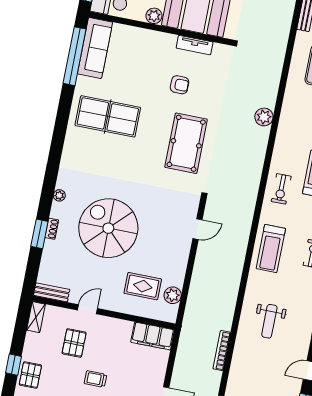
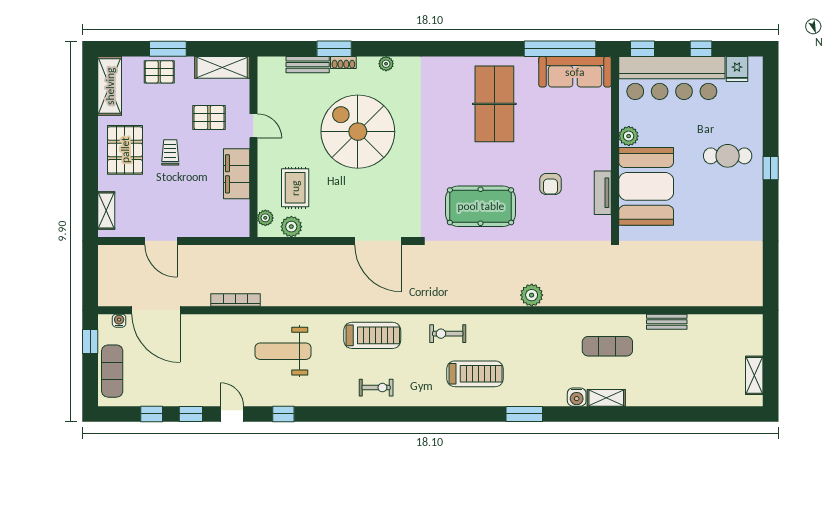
spiral stairs: (108, 228) -> (358, 132), turned -90
door: (197, 229) -> (378, 241), width x1.88
treadmill: (271, 249) -> (372, 335), turned 180
bench: (52, 292) -> (308, 65), moved, turned 90
plant: (162, 314) -> (265, 218), added
shelving: (36, 317) -> (222, 67), width x1.50, depth x1.33
weight bench: (269, 321) -> (283, 351), width x1.36, depth x1.33
filing cabinet: (153, 336) -> (237, 174), moved
window: (14, 365) -> (168, 49), width x1.50

